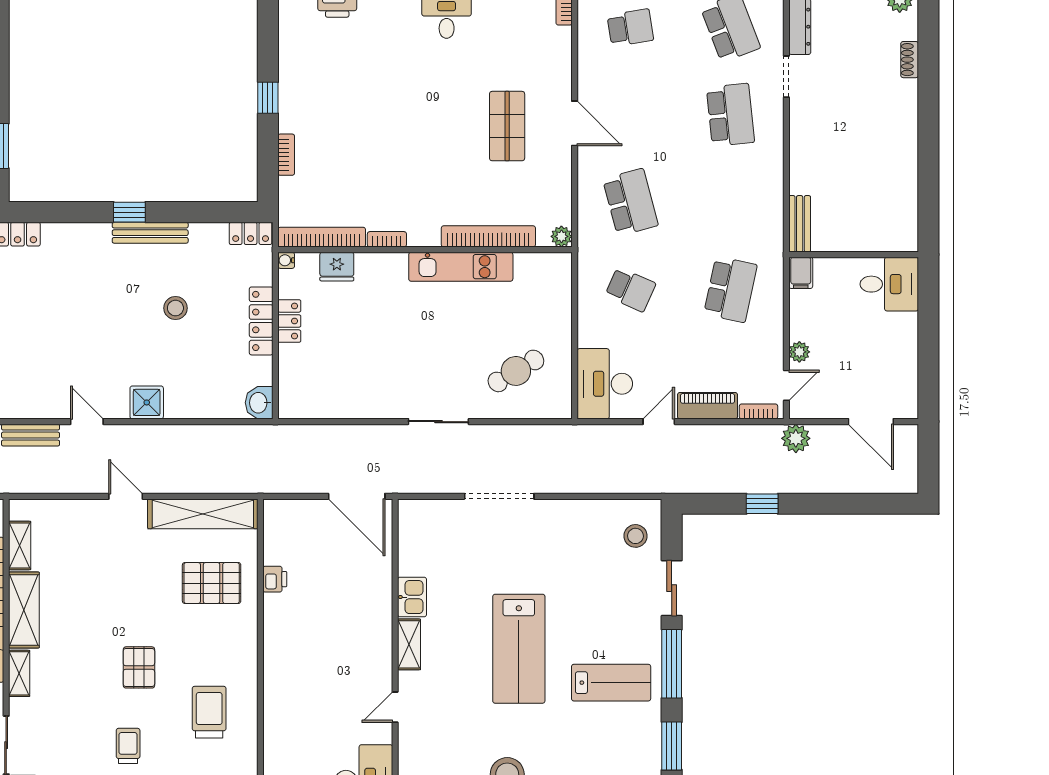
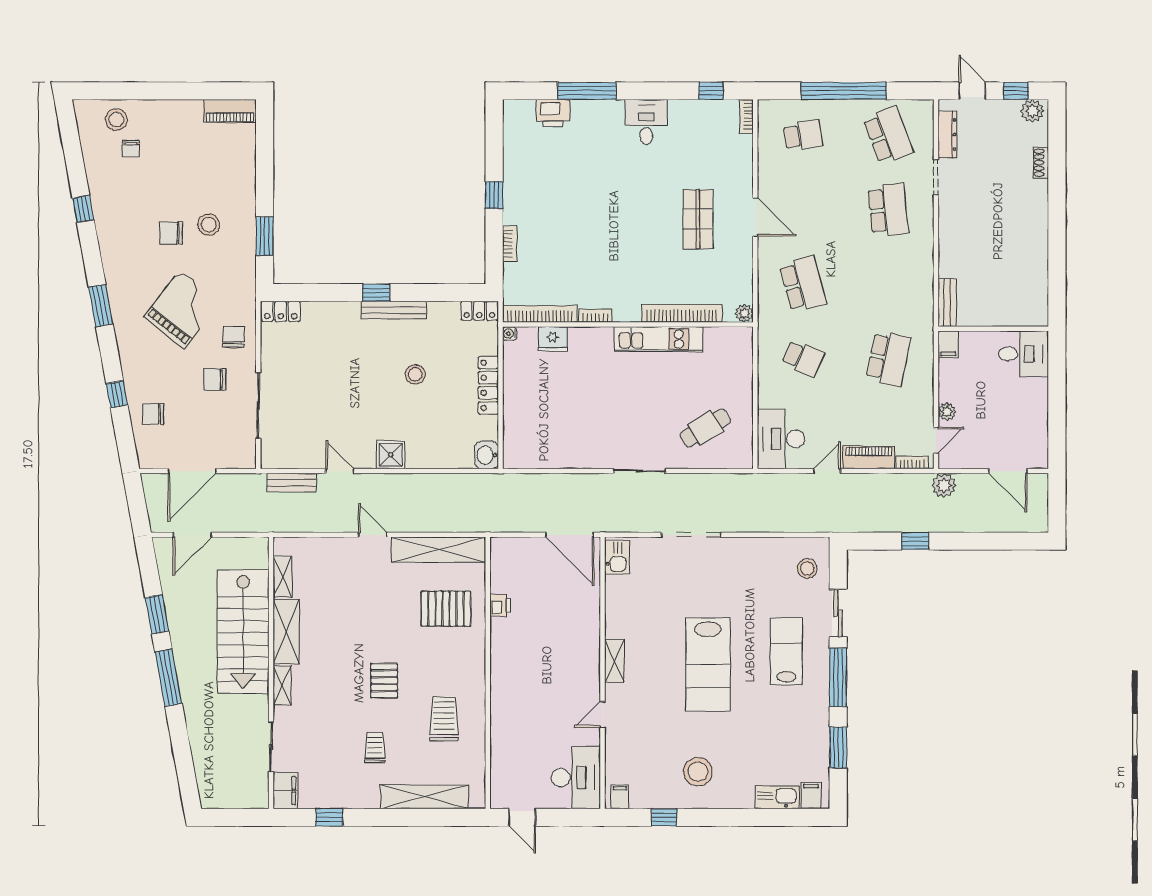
locker: (289, 321) -> (512, 385), removed
kitchen sink: (412, 597) -> (617, 557), moved
lab bench: (611, 683) -> (786, 651), moved, turned -90

